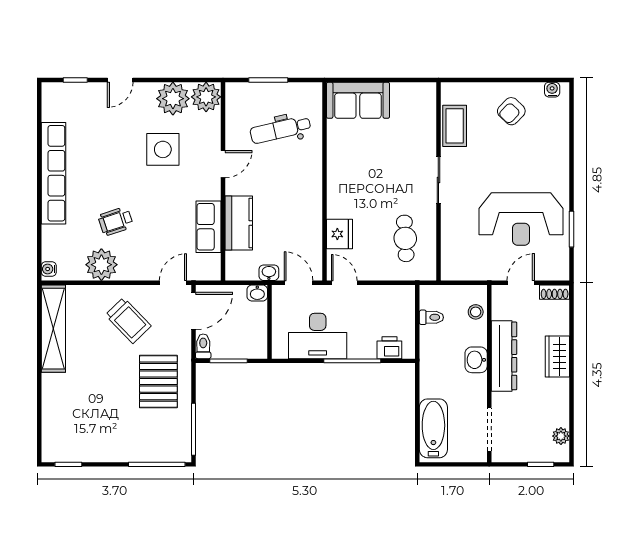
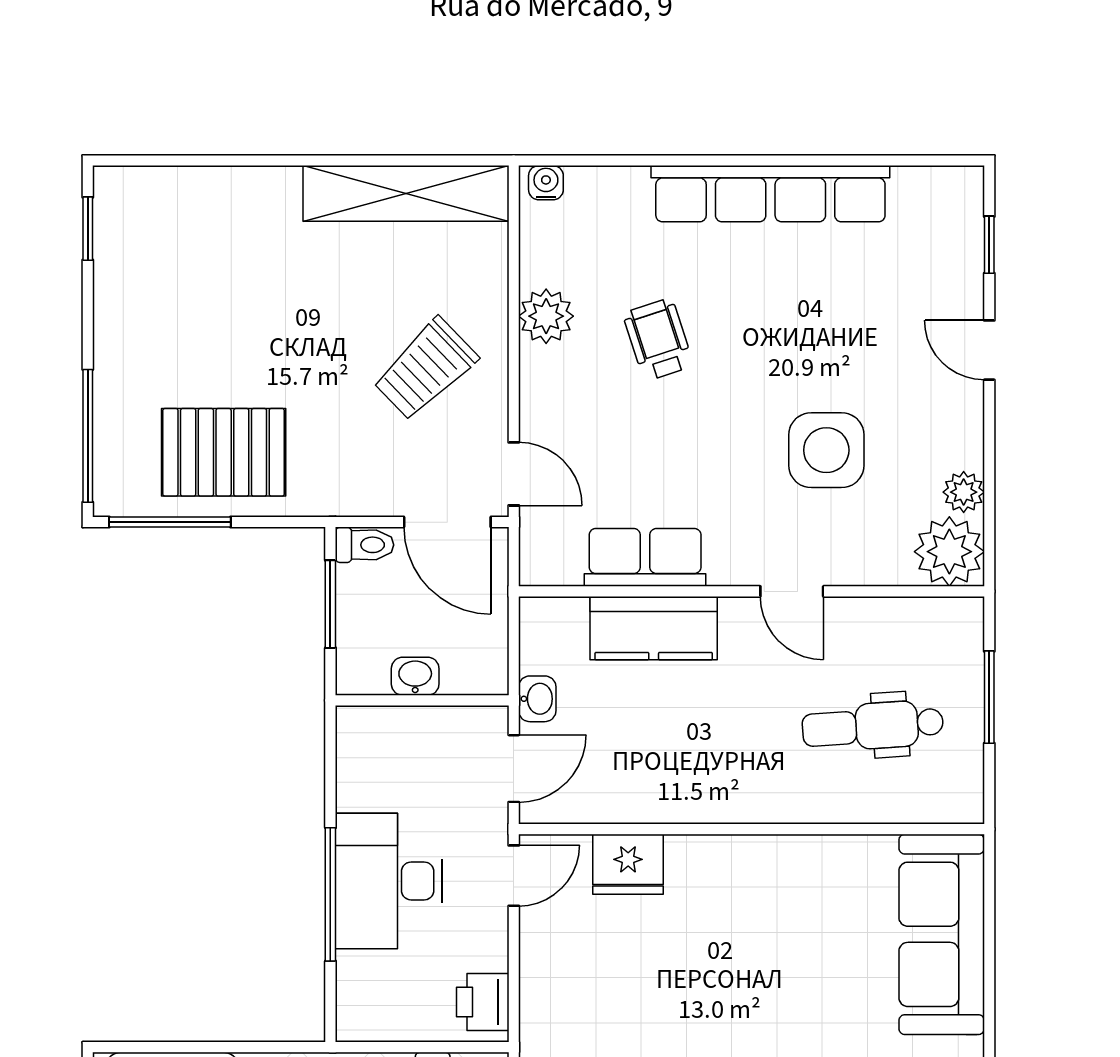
plant: (173, 99) -> (964, 492), width x0.53, depth x0.53
sofa: (358, 100) -> (942, 934), width x1.36
dental chair: (280, 130) -> (873, 726), turned -81
cafe table: (405, 238) -> (618, 1019), removed
plant: (101, 265) -> (546, 316), width x0.73, depth x0.73
washbasin: (257, 293) -> (415, 676), moved, turned 90
desk: (318, 336) -> (389, 881), moved
printer: (389, 348) -> (483, 1002), moved, turned 180
pallet: (158, 382) -> (224, 452), moved

